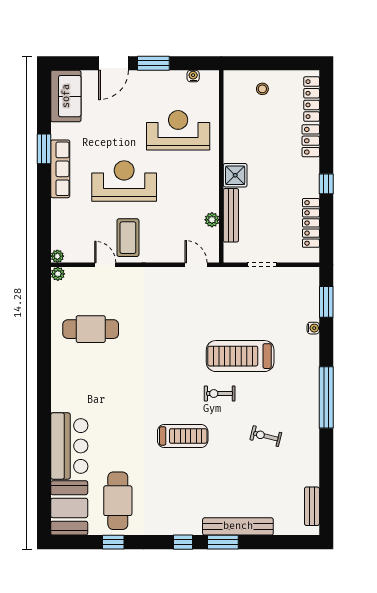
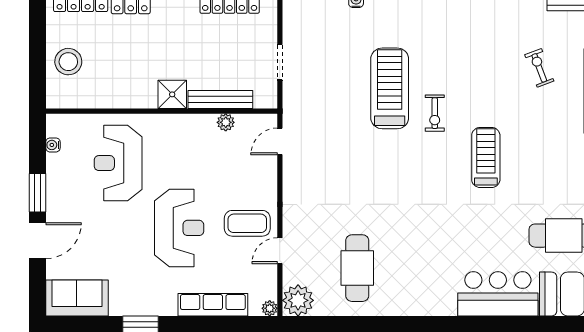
door: (114, 63) -> (38, 241), hinge flipped
stool: (262, 89) -> (68, 62), width x1.89, depth x1.89
row of seats: (60, 169) -> (213, 305), moved
reception desk: (124, 181) -> (179, 228), turned 180
plant: (58, 274) -> (298, 300), width x1.88, depth x1.88
treadmill: (240, 356) -> (390, 88), turned 180
exercise bike: (266, 436) -> (539, 68), moved, turned 145

